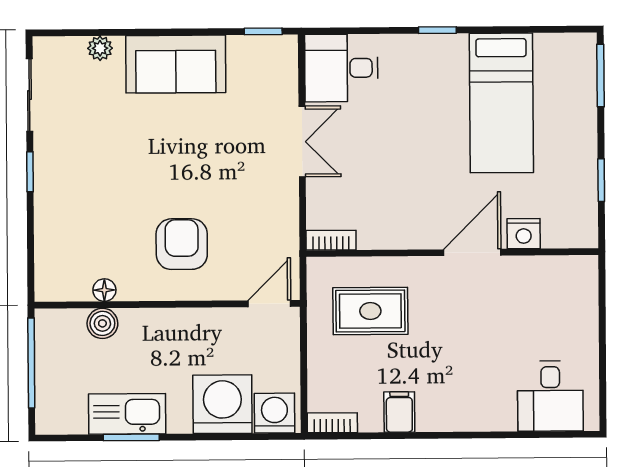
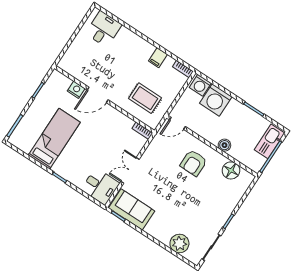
plant: (100, 48) -> (179, 243), width x1.87, depth x1.87
sofa: (176, 64) -> (132, 209), moved
floor lamp: (104, 290) -> (231, 170), width x1.89, depth x1.89
boiler: (102, 323) -> (224, 145), moved
kitchen sink: (127, 414) -> (269, 141), moved, turned 90

